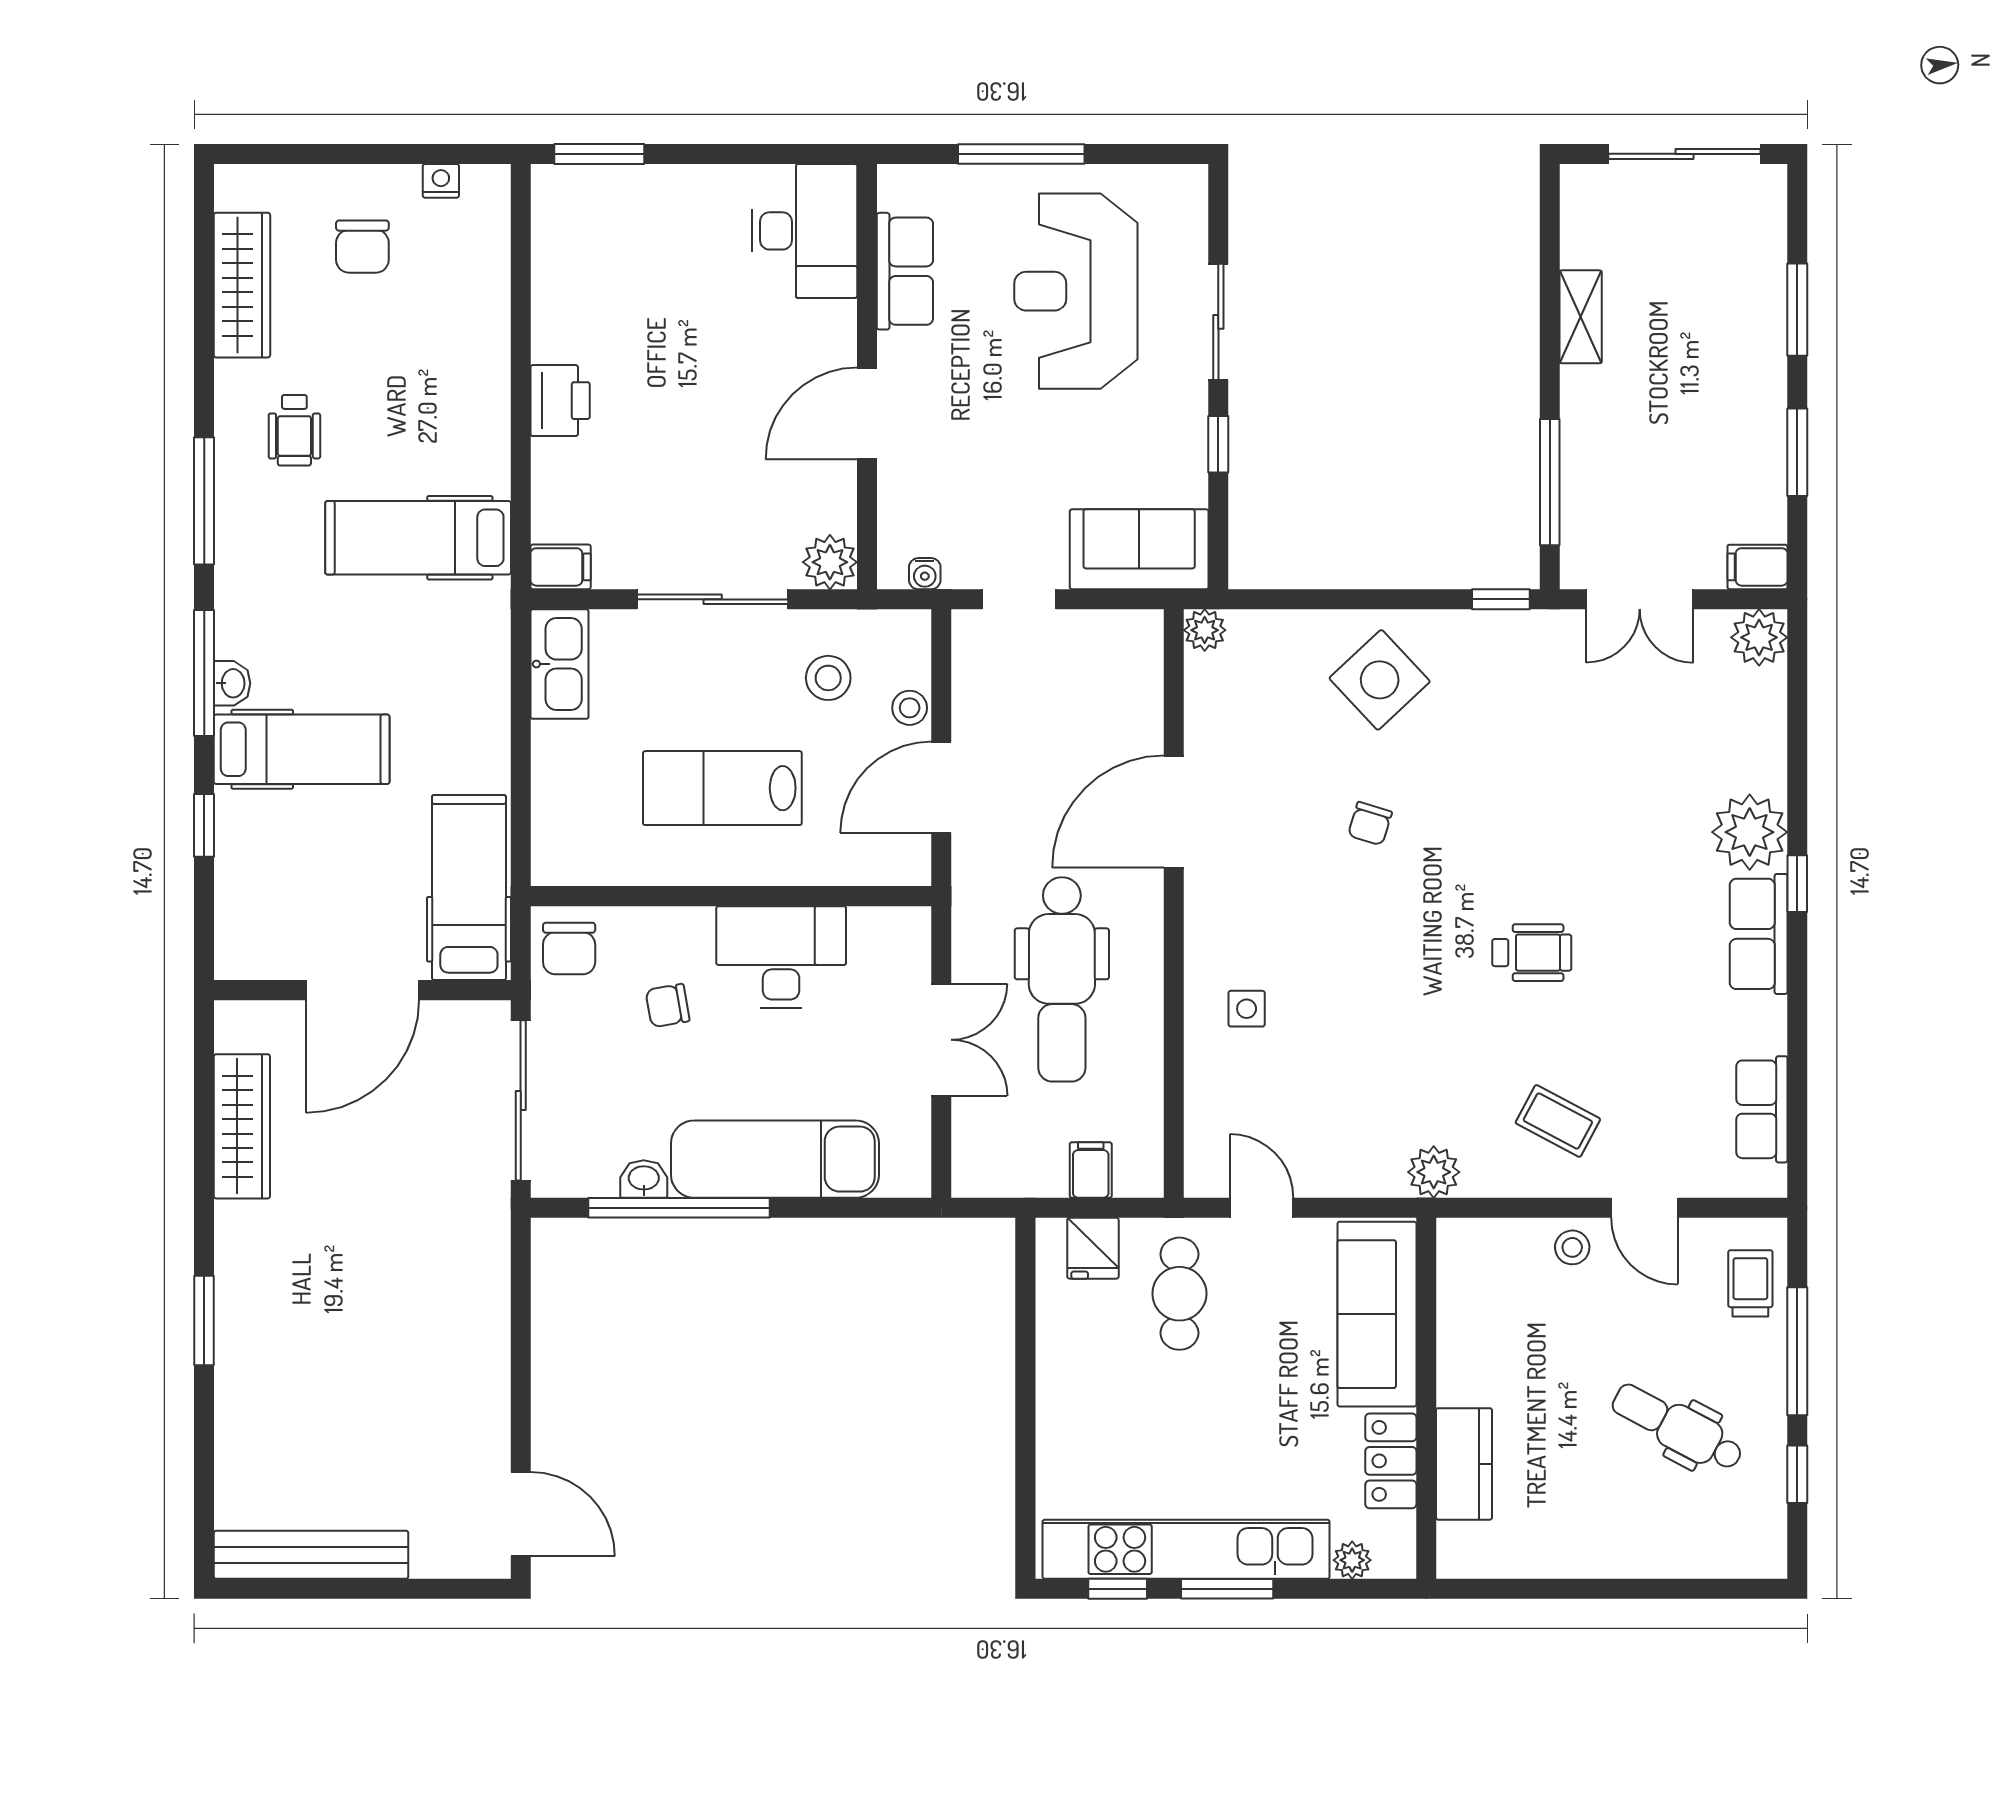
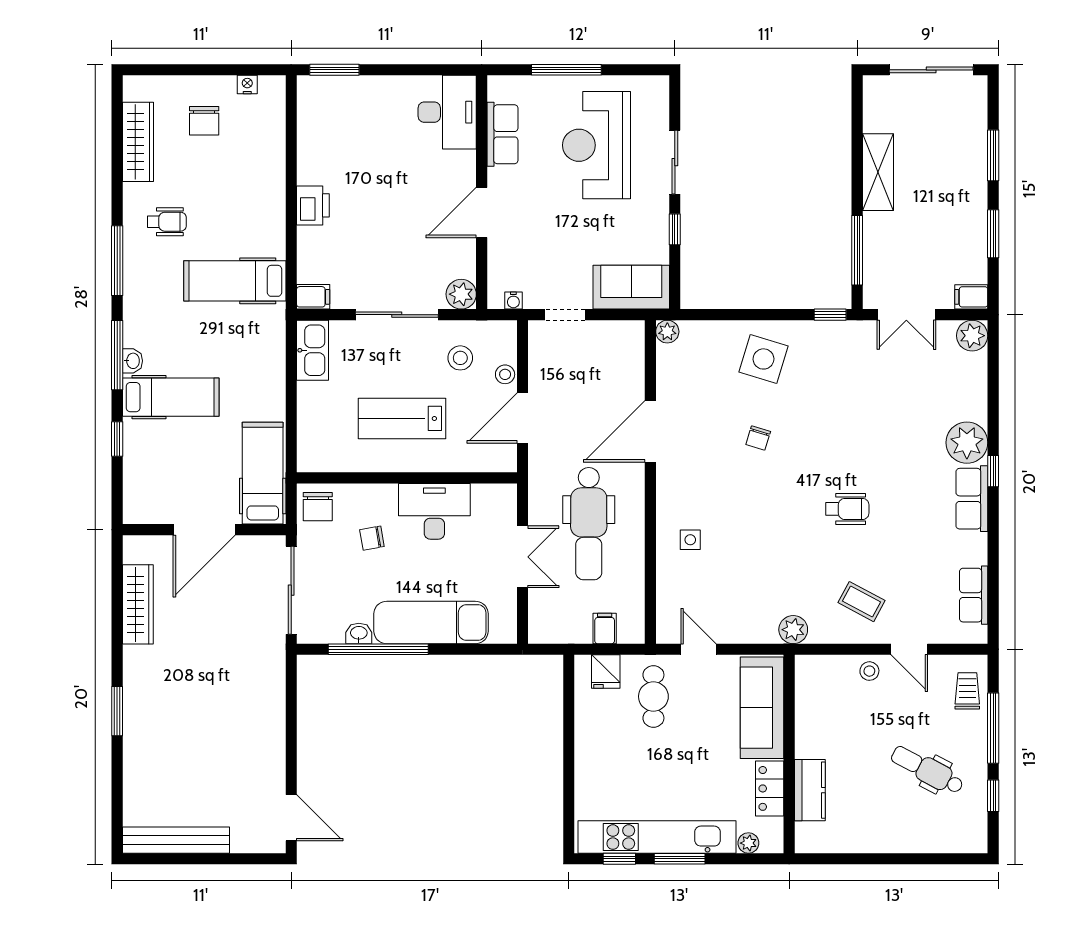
shelving: (1581, 317) -> (878, 172), width x1.50, depth x1.33
wheelchair: (294, 430) -> (167, 222), turned -90
side table: (1380, 680) -> (763, 359), turned -30

